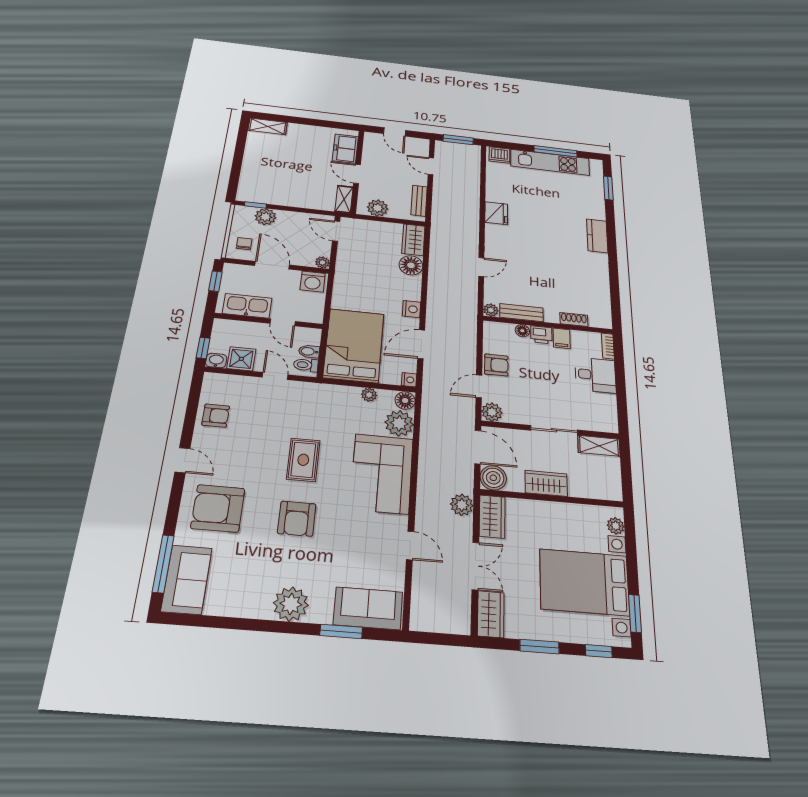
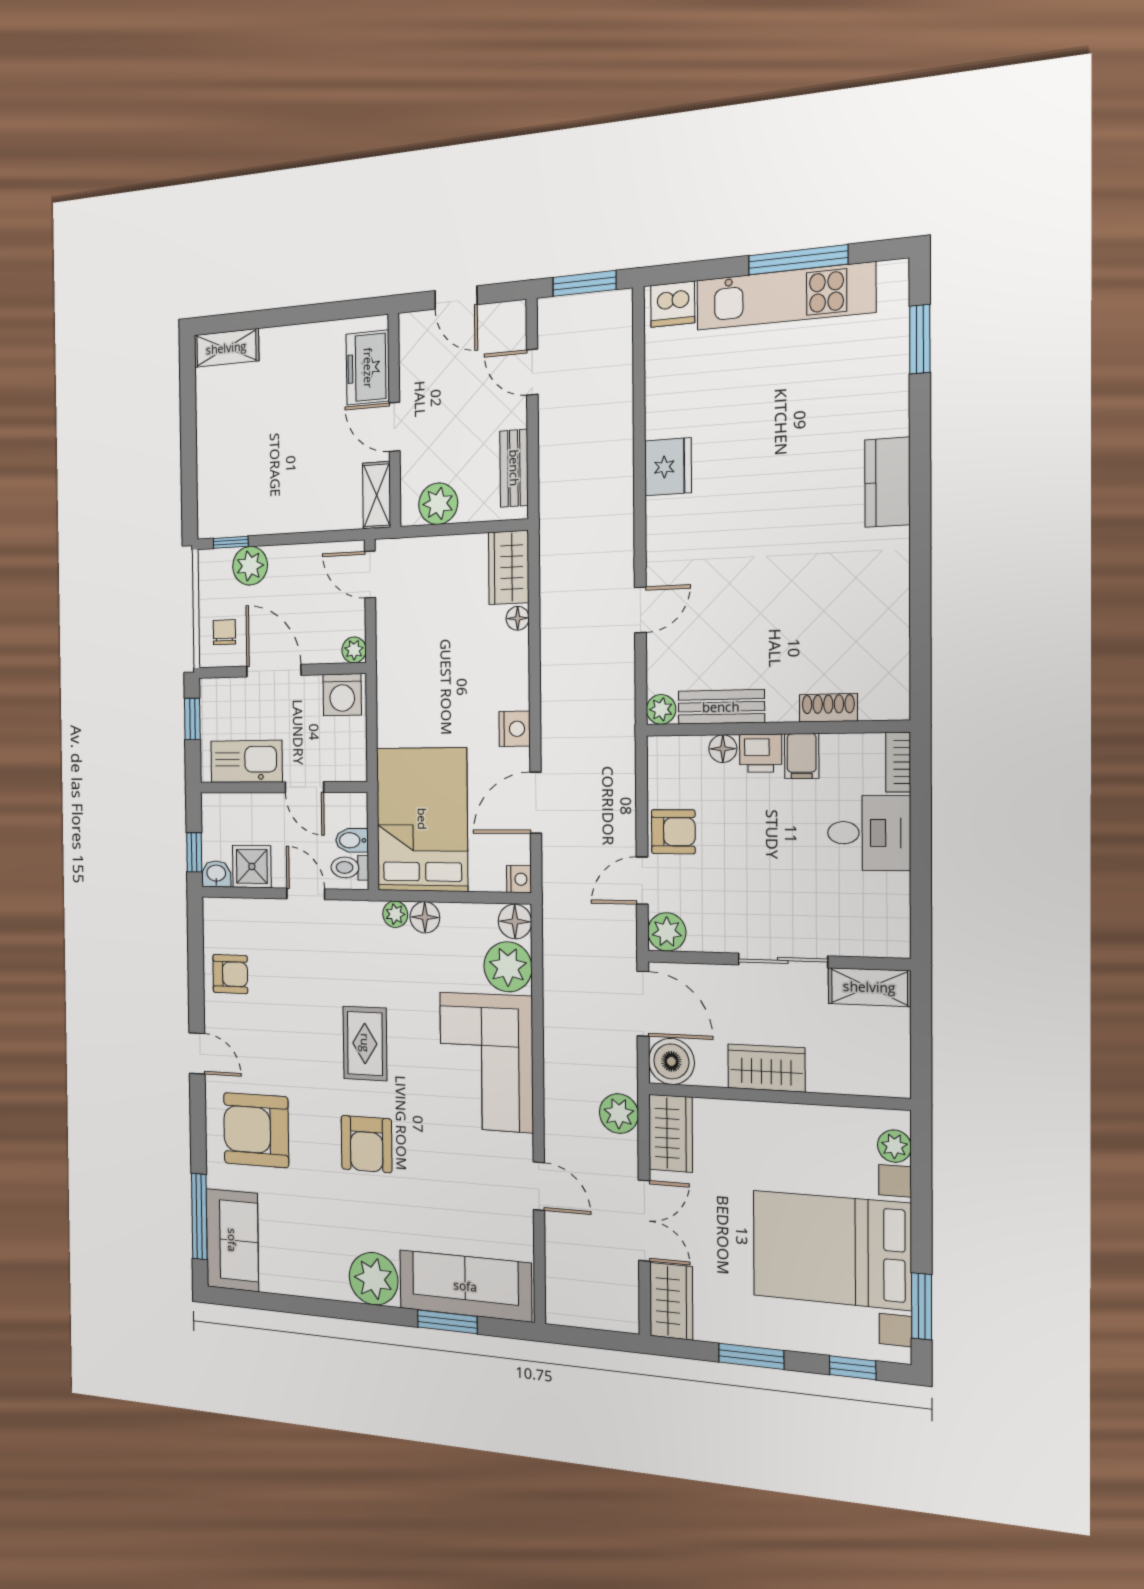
floor lamp: (411, 265) -> (518, 618), width x0.53, depth x0.53
floor lamp: (350, 394) -> (425, 917), added
plant: (369, 395) -> (395, 914), moved
sofa: (368, 608) -> (465, 1286), width x1.36

